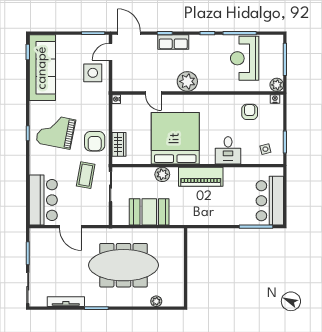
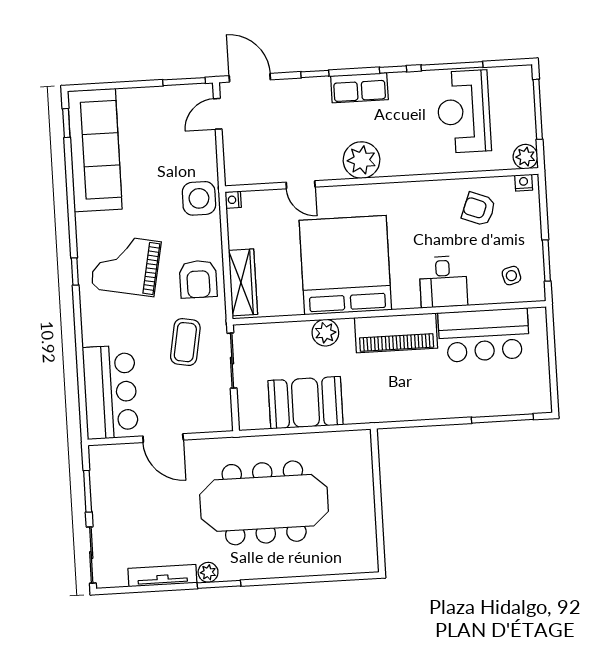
row of seats: (173, 42) -> (359, 88), moved
side table: (93, 73) -> (199, 198), moved
armchair: (250, 112) -> (479, 209), turned -69
wardrobe: (119, 144) -> (243, 282), width x1.50
bar counter: (270, 201) -> (484, 335), moved, turned -90
plant: (156, 301) -> (208, 572), moved

